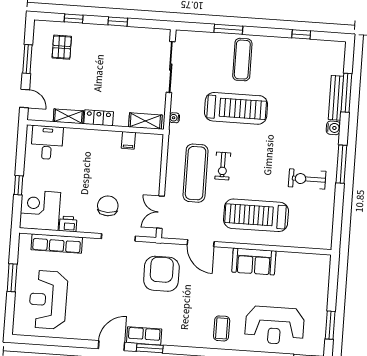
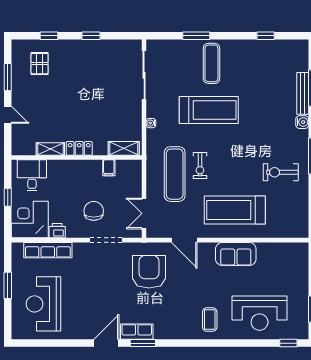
shelving: (68, 116) -> (50, 149), moved
locker: (99, 118) -> (79, 148), moved
shelving: (145, 121) -> (124, 148), moved
wall: (95, 127) -> (77, 157), moved
filing cabinet: (128, 140) -> (109, 168), moved
desk: (47, 143) -> (32, 175), moved

